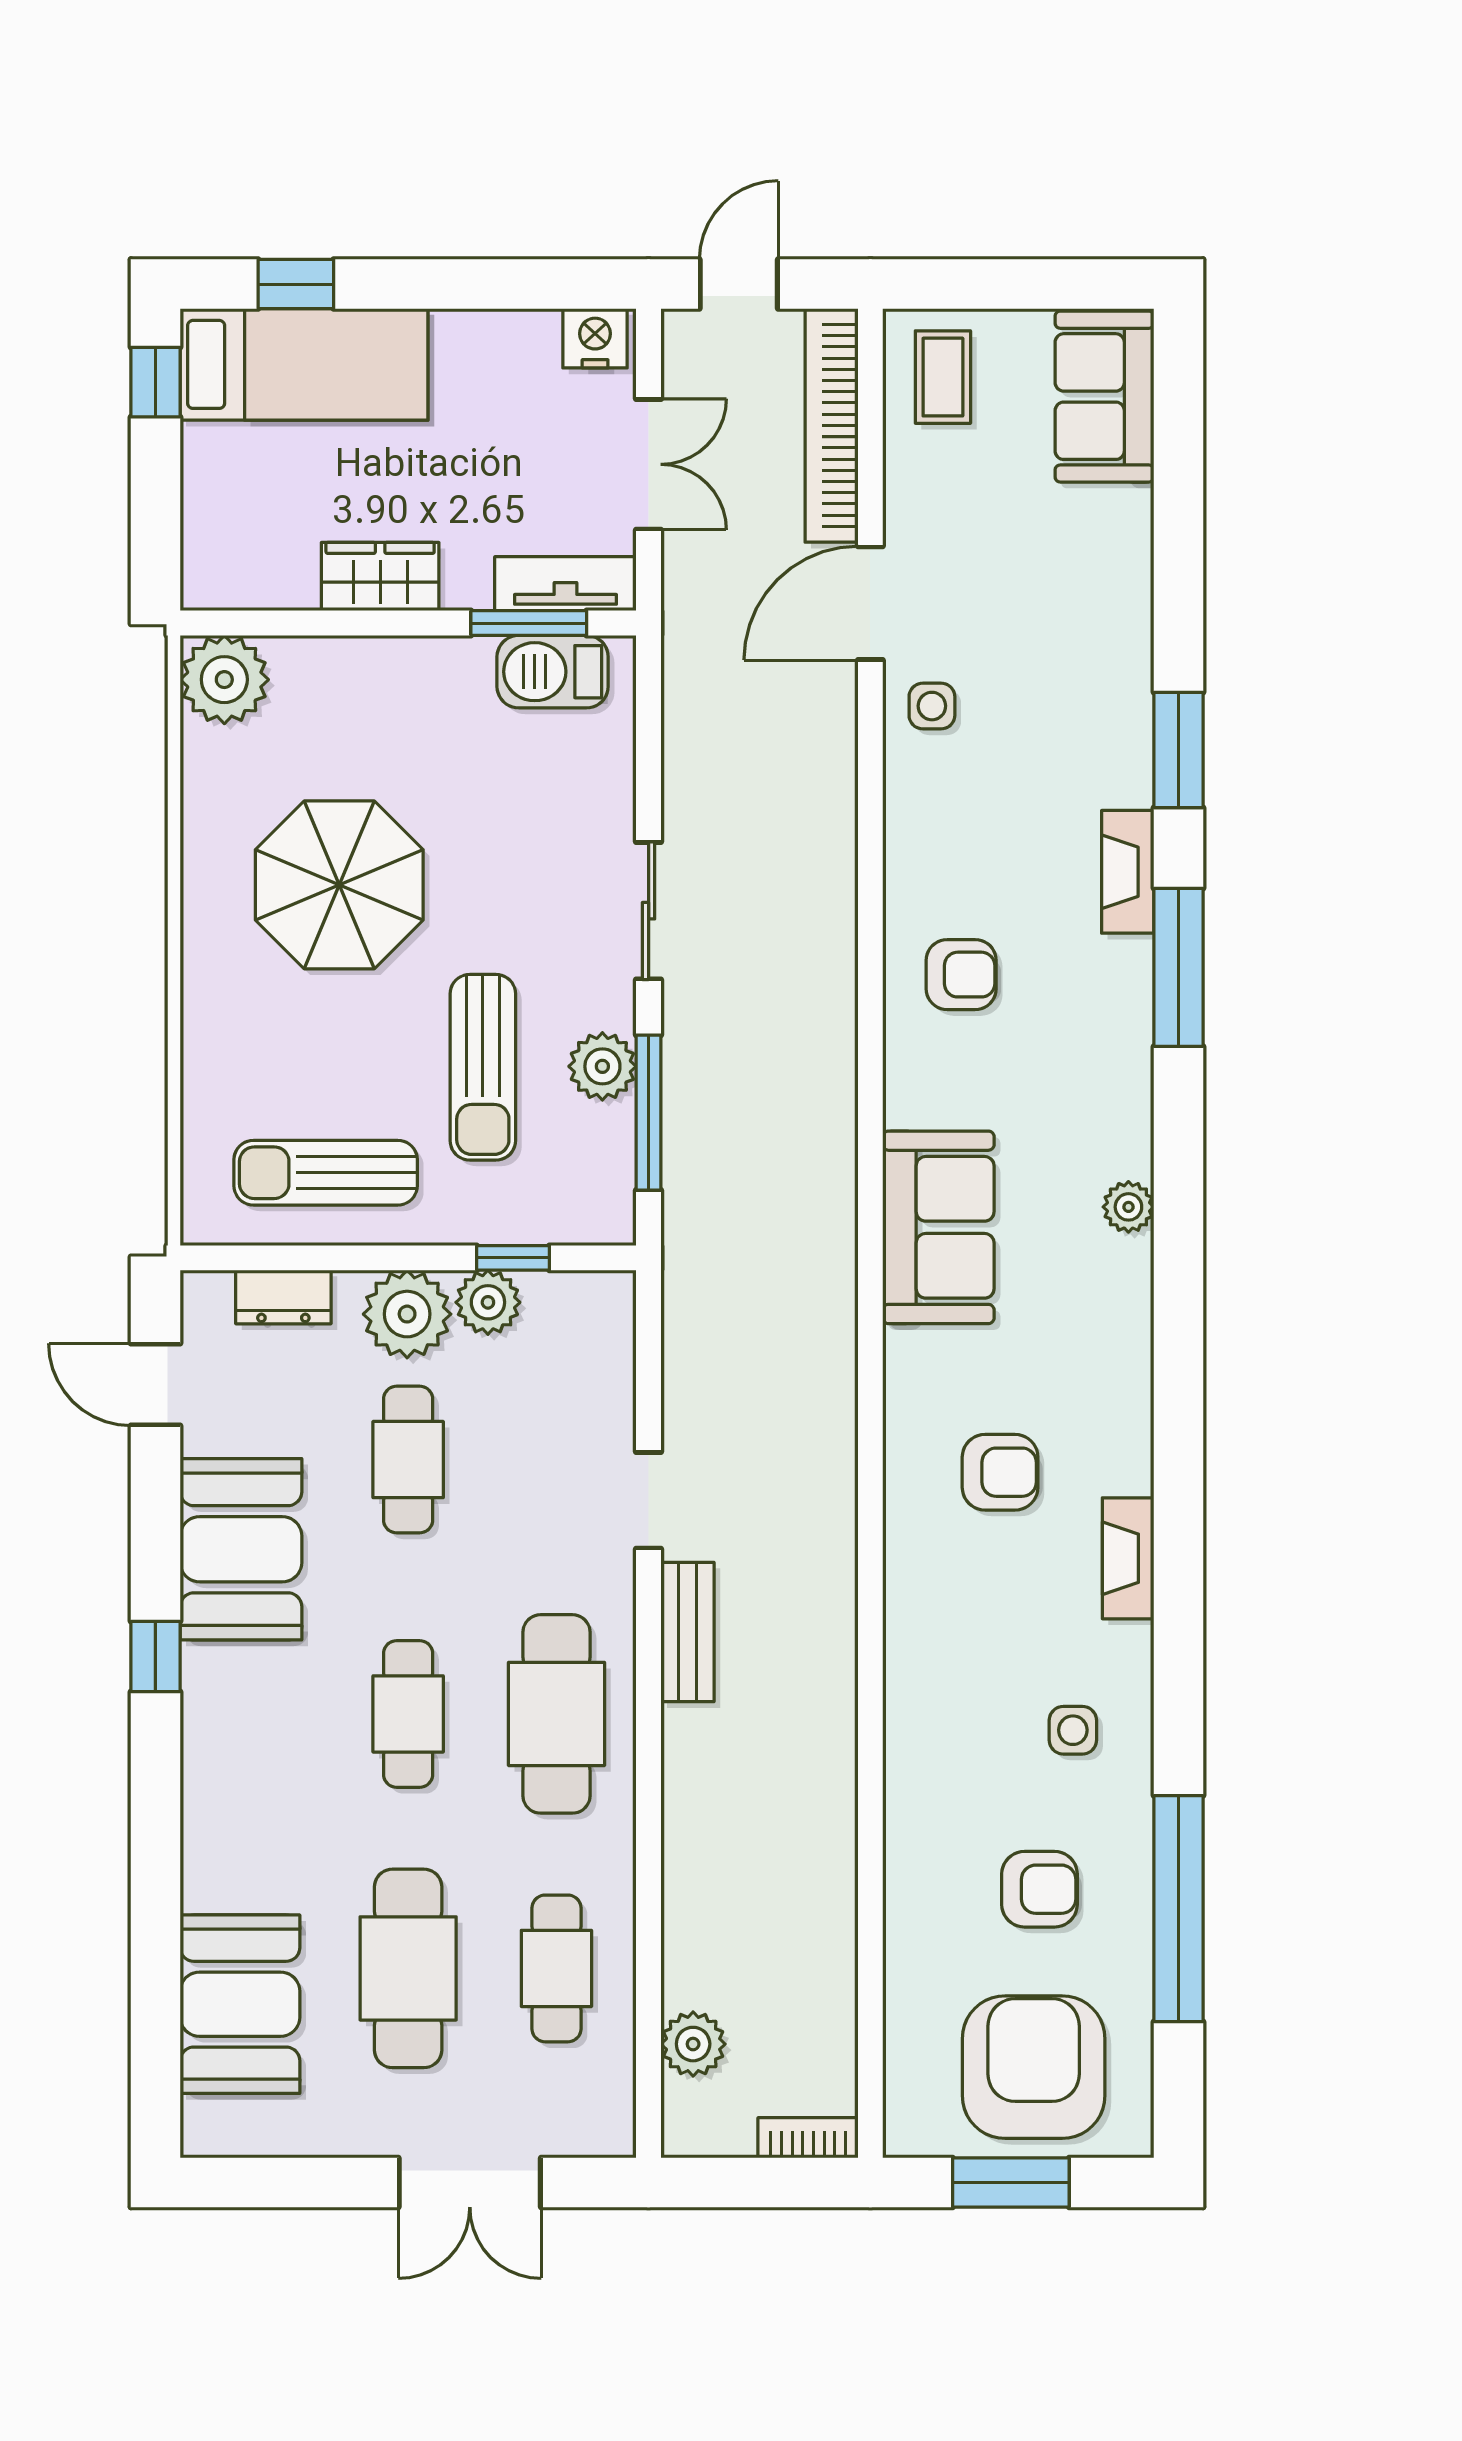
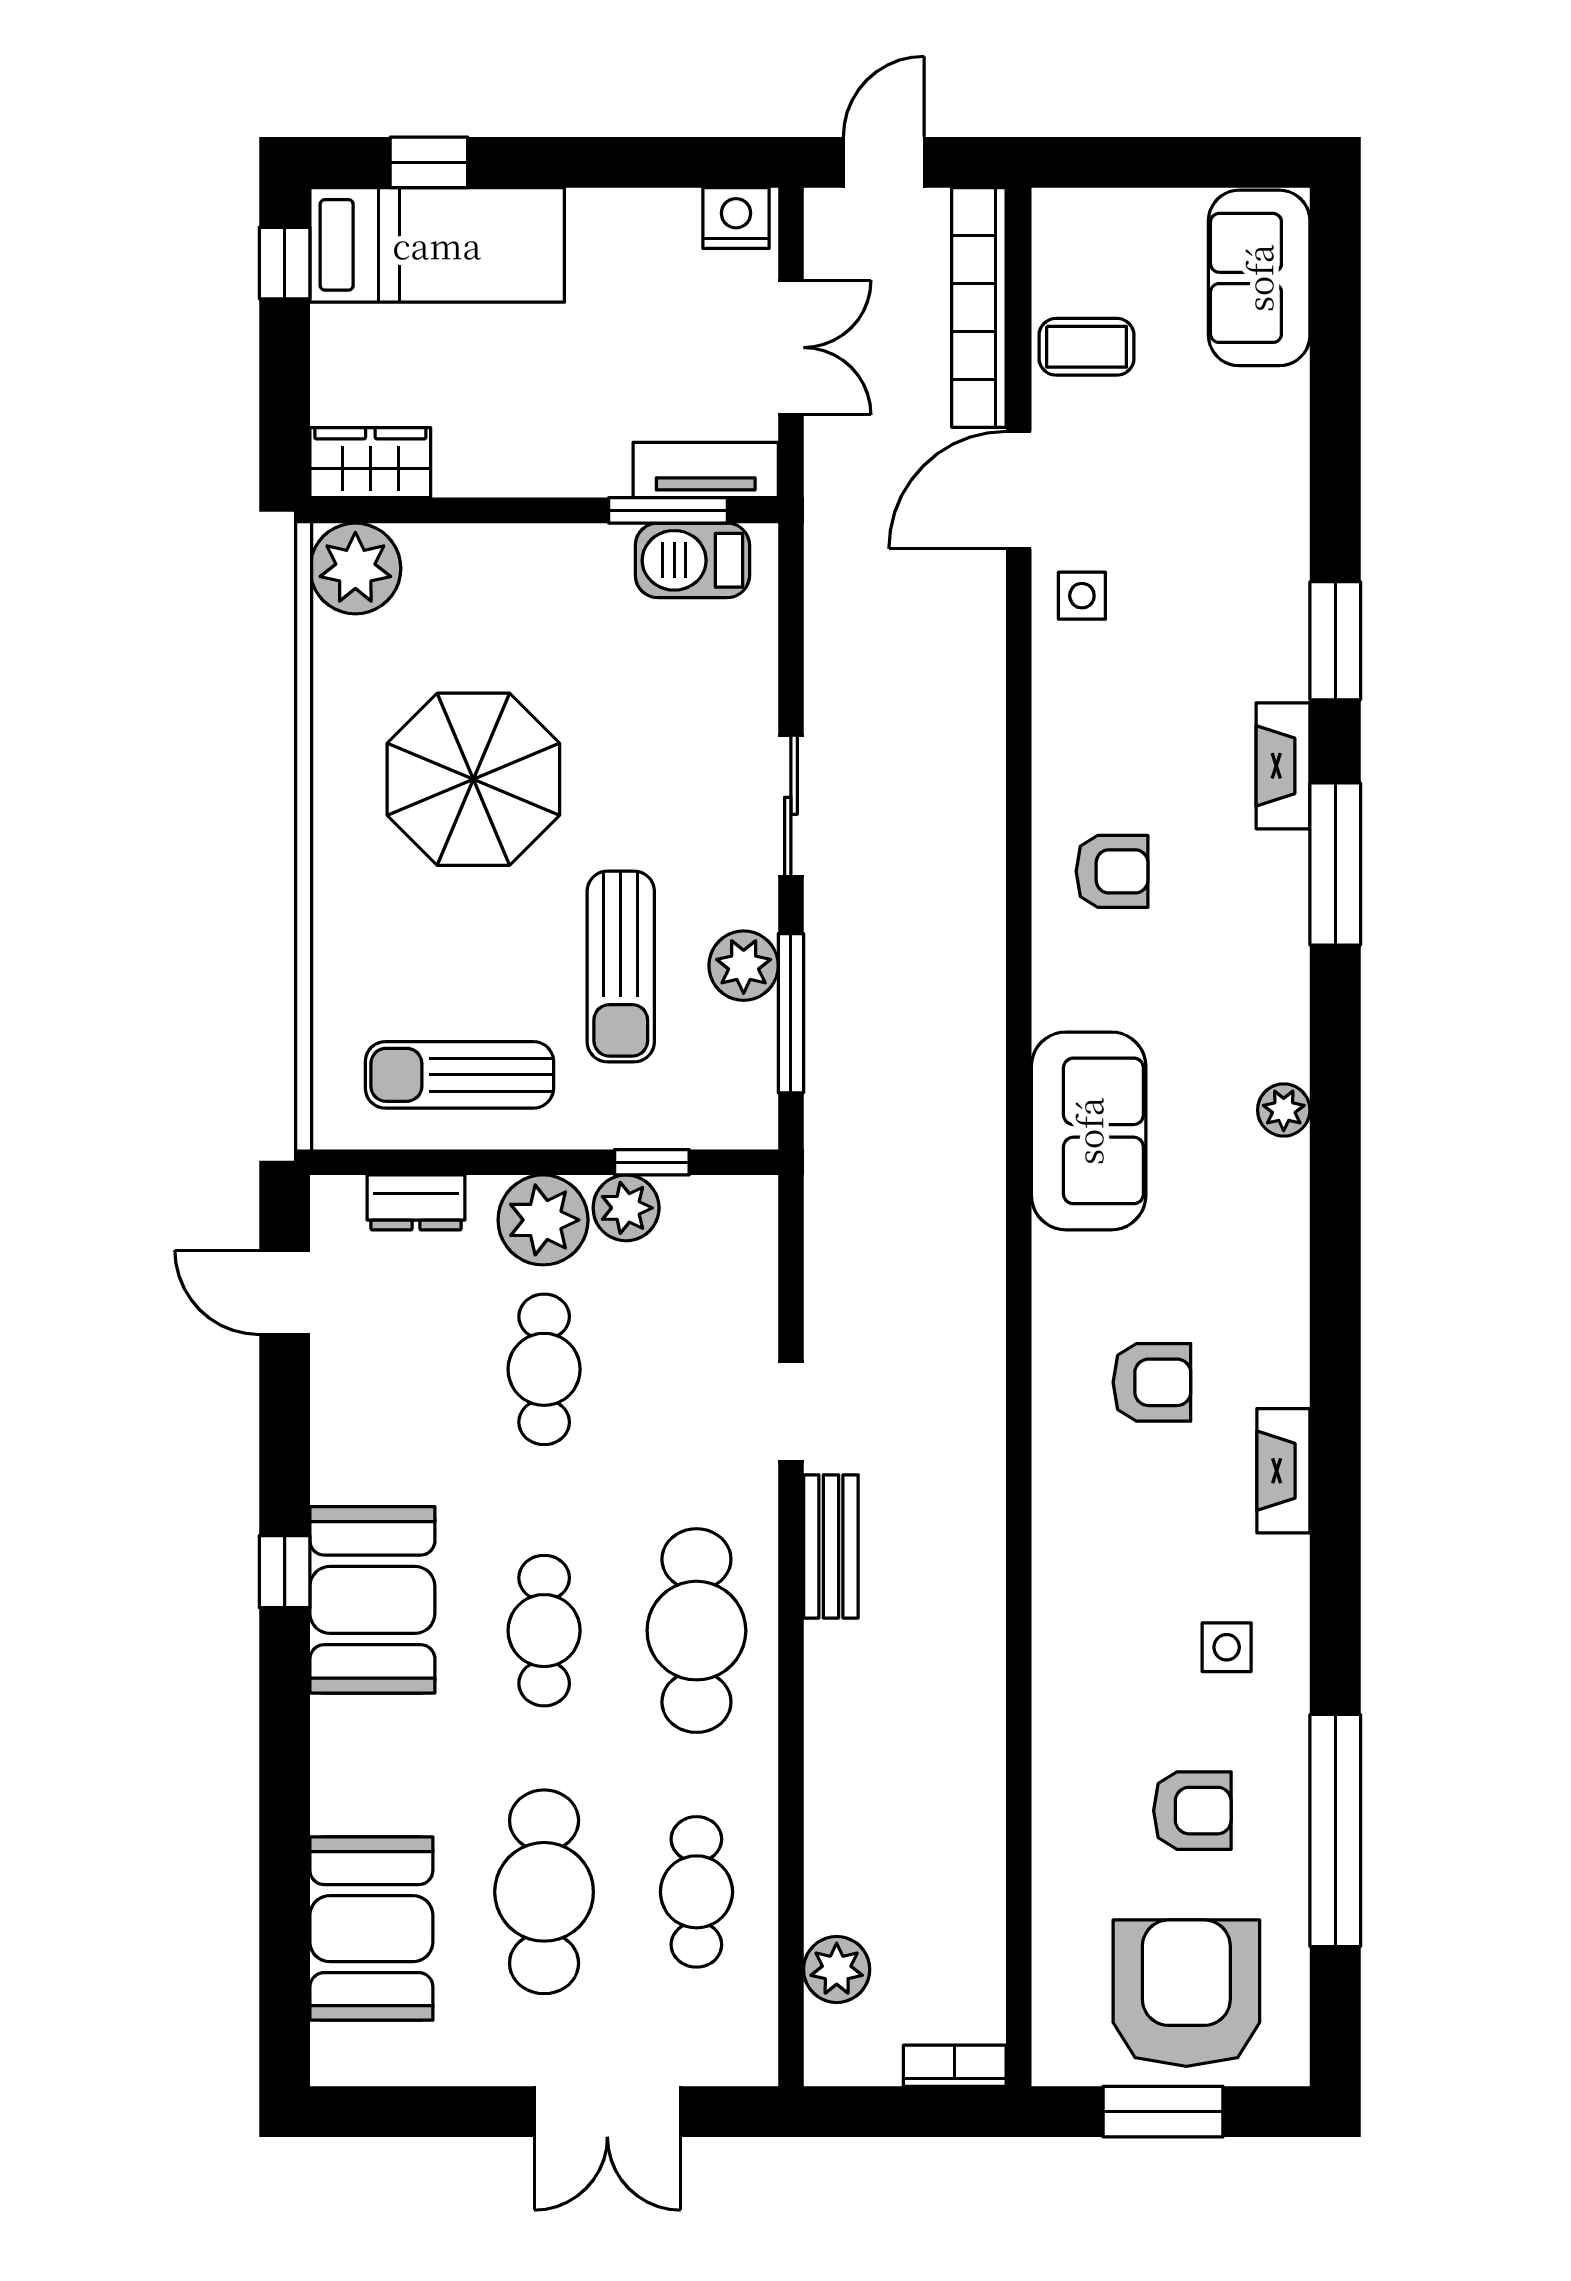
coffee table: (943, 377) -> (1087, 347), moved, turned 90
wardrobe: (380, 577) -> (370, 463), moved
booth: (241, 1549) -> (372, 1600), moved

